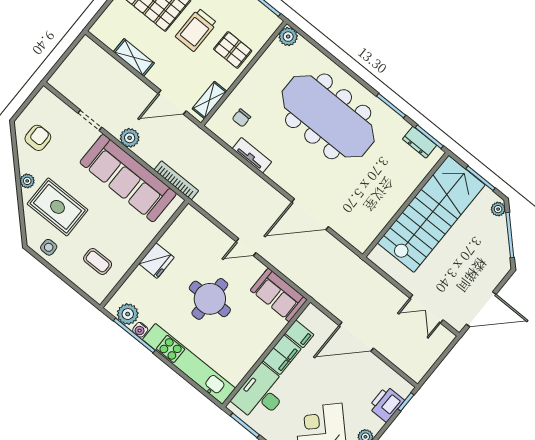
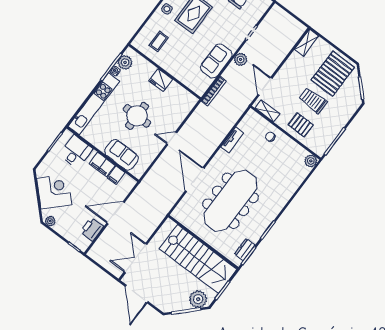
pallet: (233, 50) -> (301, 125), turned 90
shelving: (134, 57) -> (307, 43), moved
meeting table: (328, 116) -> (231, 201), moved
chair: (241, 118) -> (270, 137), moved
sofa: (128, 178) -> (216, 61), width x0.54, depth x0.79
plant: (498, 209) -> (198, 299), width x1.88, depth x1.88
door: (246, 247) -> (172, 138), hinge flipped
sofa: (279, 295) -> (122, 155), moved, turned 90
double door: (426, 309) -> (136, 258), width x1.37
door: (356, 337) -> (116, 213), hinge flipped
desk: (261, 394) -> (76, 152), width x0.73
printer: (386, 404) -> (92, 229), moved, turned -90

